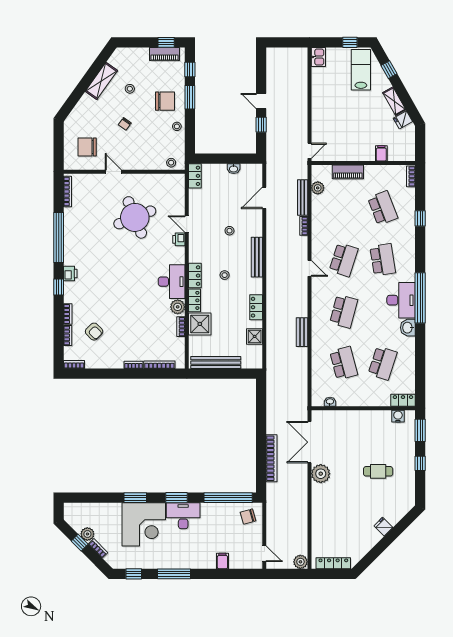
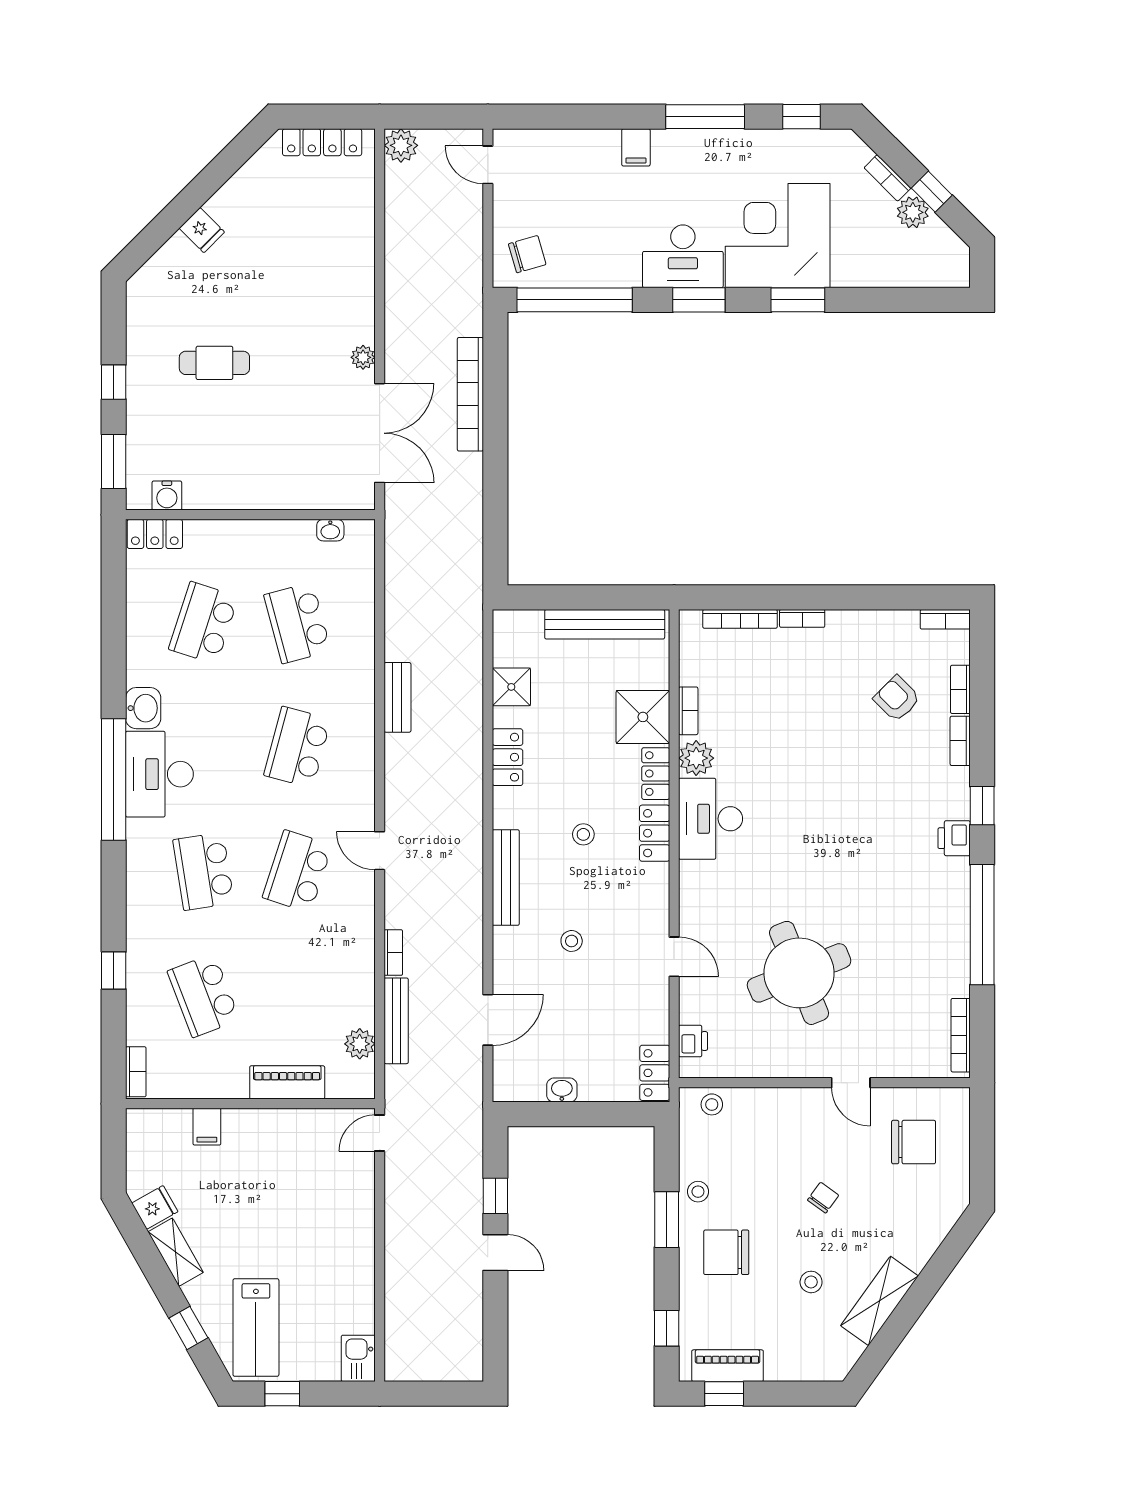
window: (190, 97) -> (667, 1220), moved
printer: (179, 239) -> (693, 1041), moved
plant: (321, 474) -> (363, 357), width x0.53, depth x0.53
filing cabinet: (222, 561) -> (636, 147), moved

